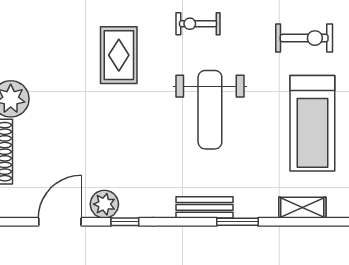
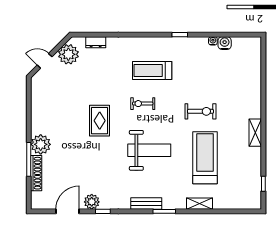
weight bench: (210, 110) -> (149, 150), turned -90
treadmill: (312, 123) -> (205, 158), turned 180

